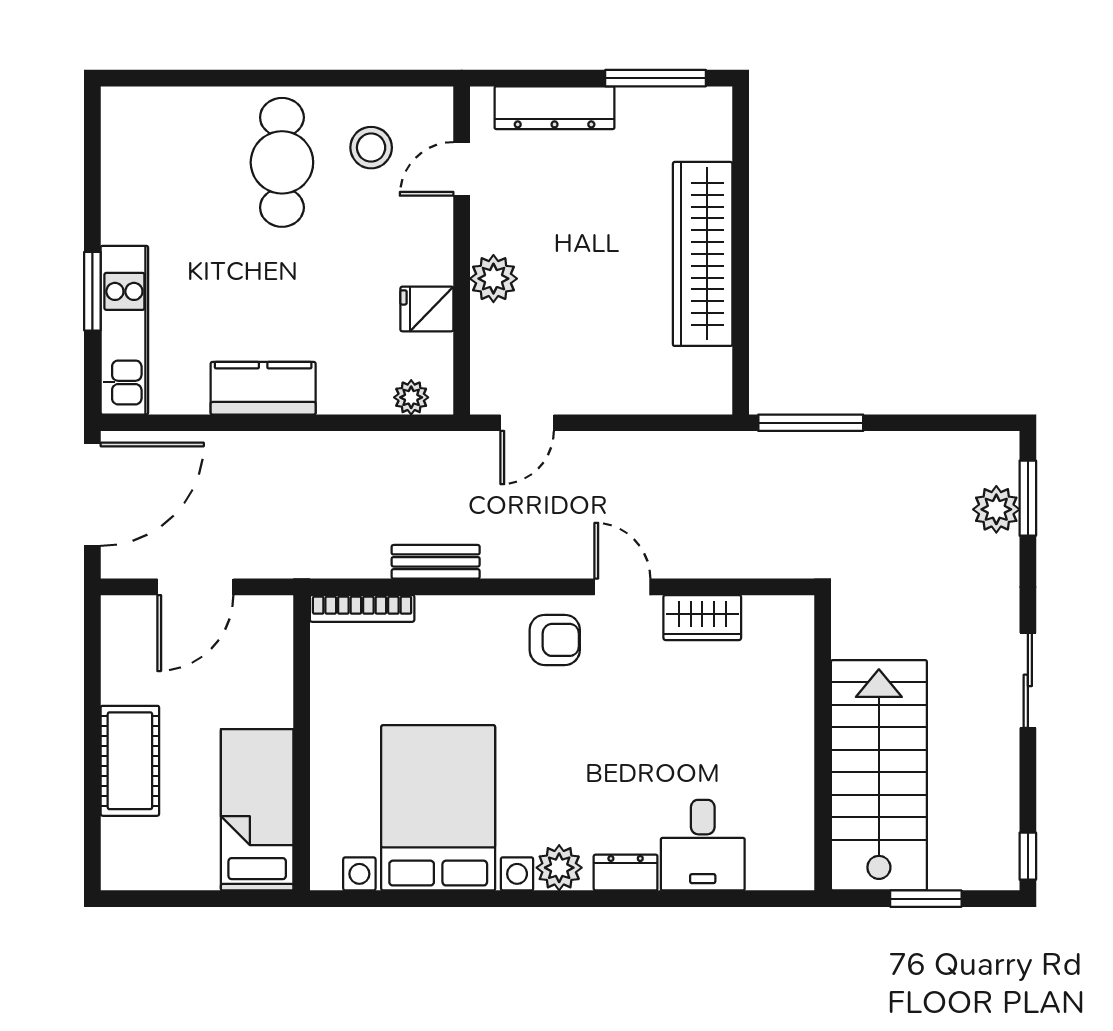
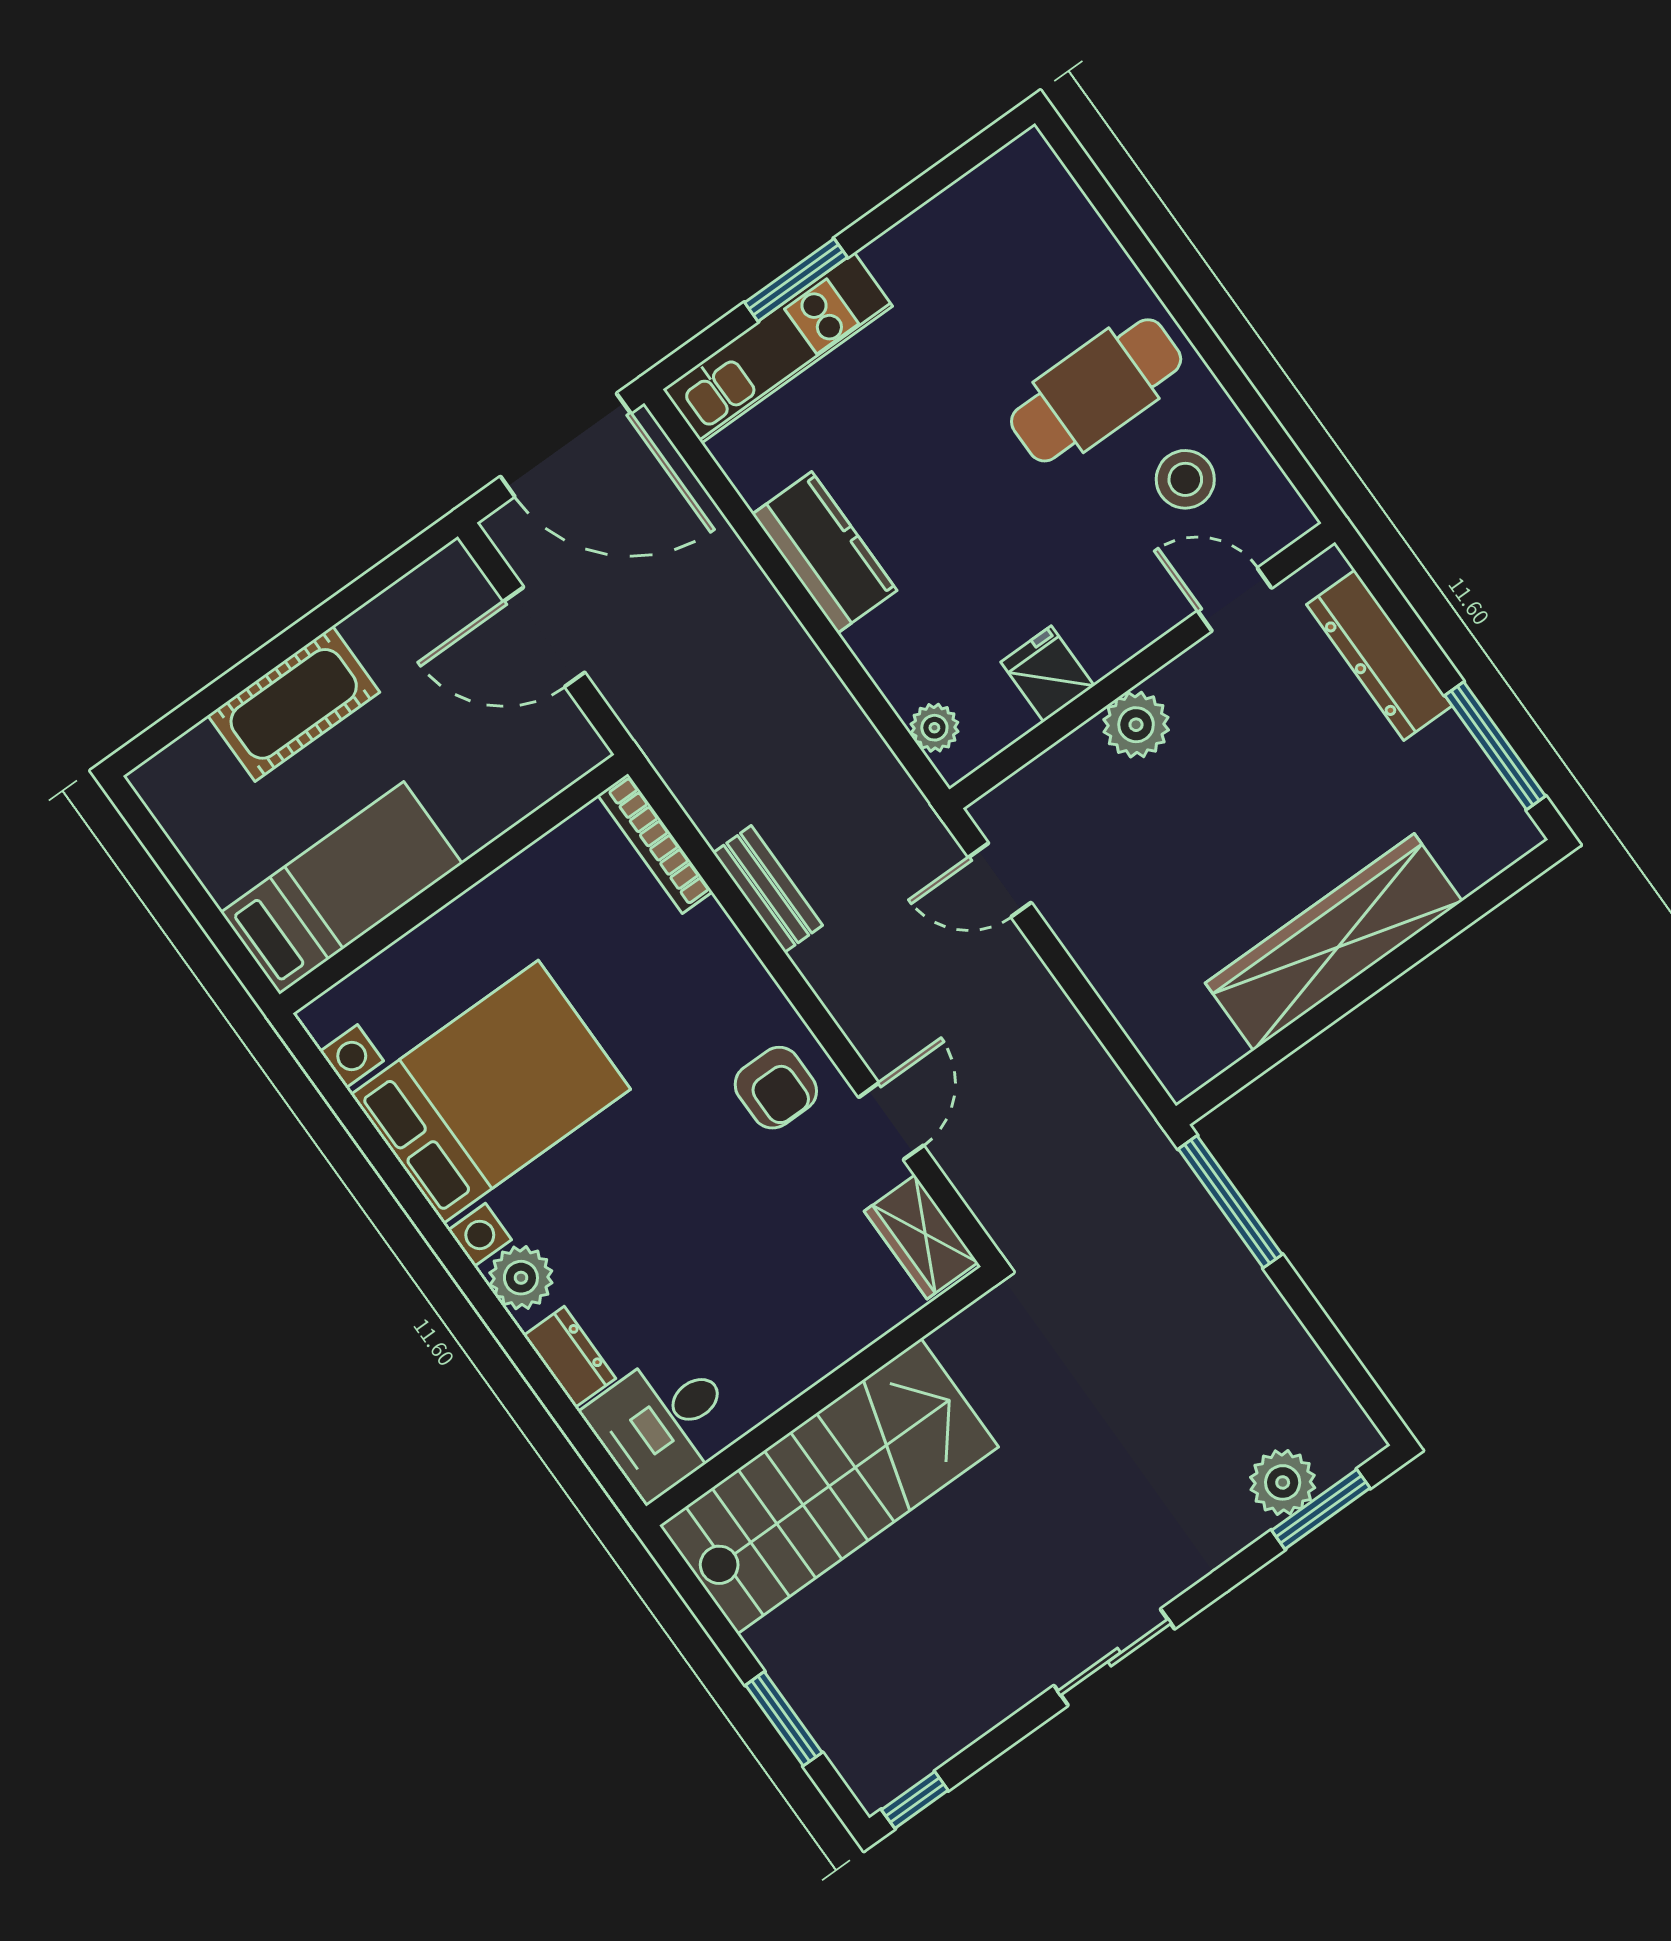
wall: (823, 743) -> (820, 1396), moved
stairs: (879, 775) -> (829, 1486), moved

